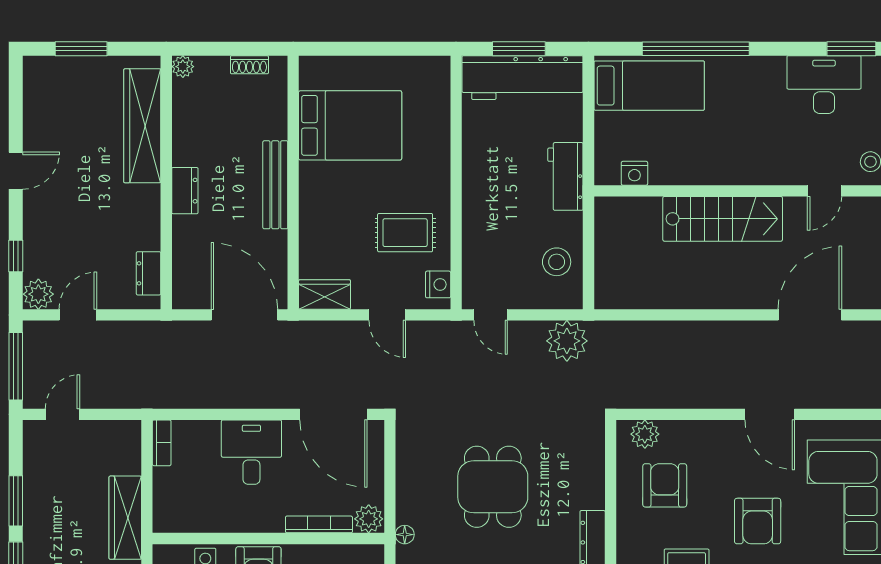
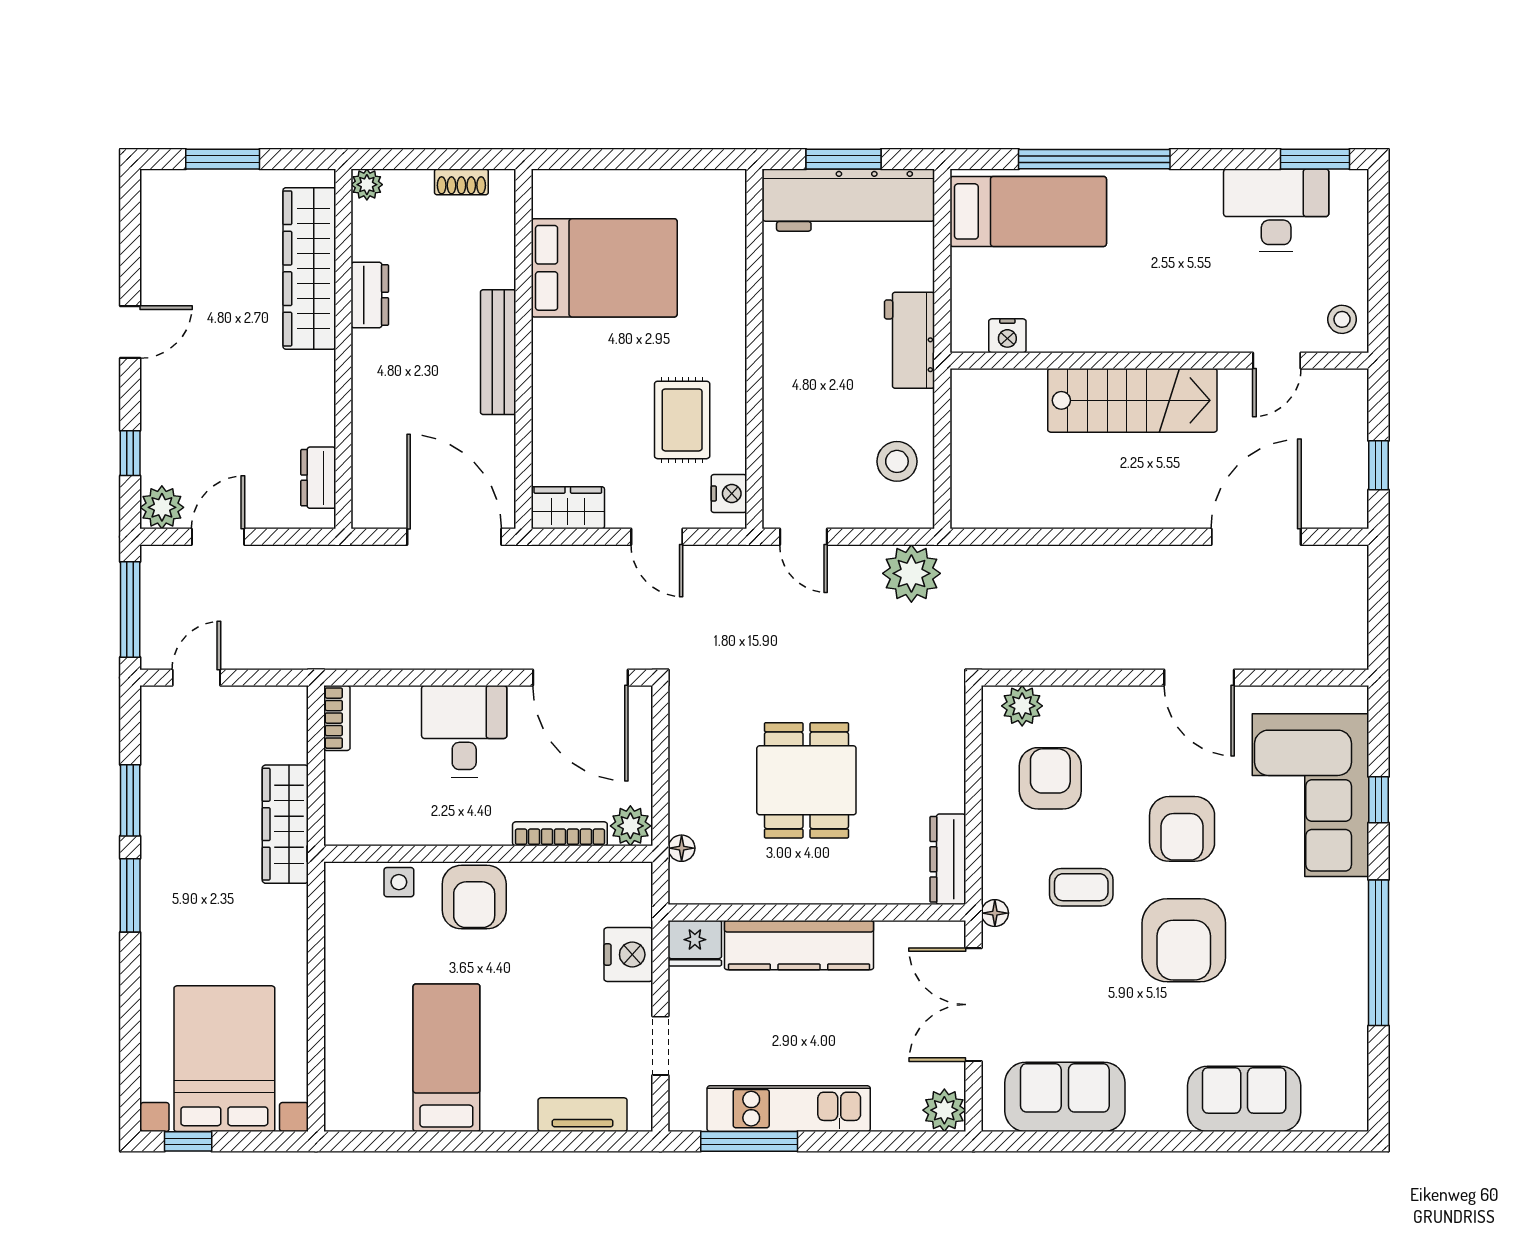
dresser: (185, 191) -> (370, 295), moved
rug: (405, 233) -> (682, 420), turned 90

